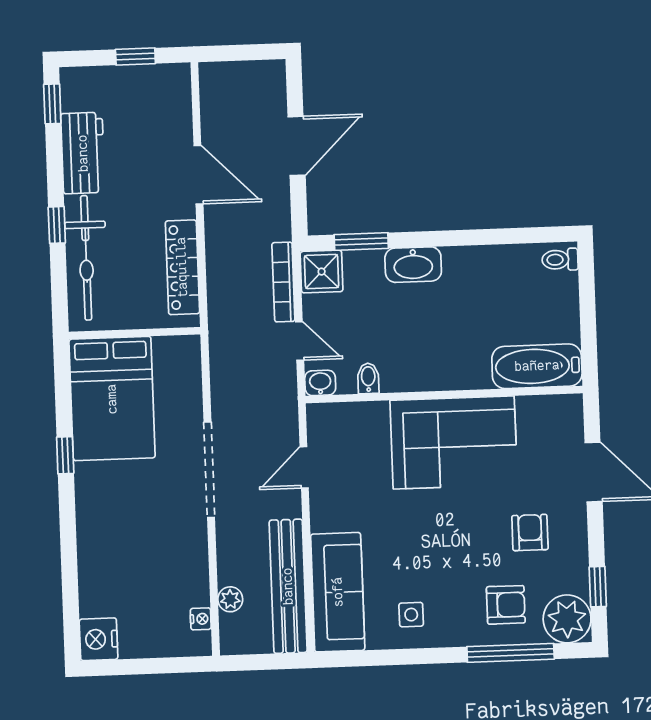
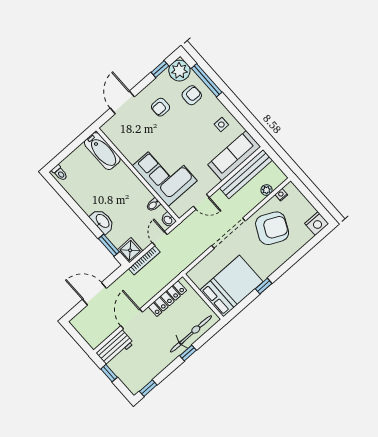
workbench: (83, 153) -> (115, 348), moved, turned 180
corner sofa: (454, 442) -> (165, 173), moved
armchair: (155, 554) -> (272, 228), added
armchair: (506, 605) -> (192, 95), turned 90

